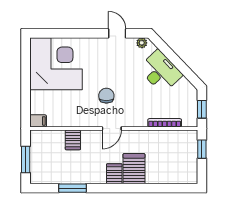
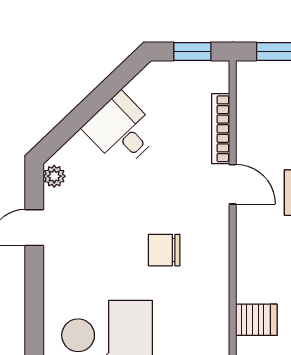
desk: (160, 72) -> (122, 130), width x0.73
door: (112, 129) -> (233, 184), moved

